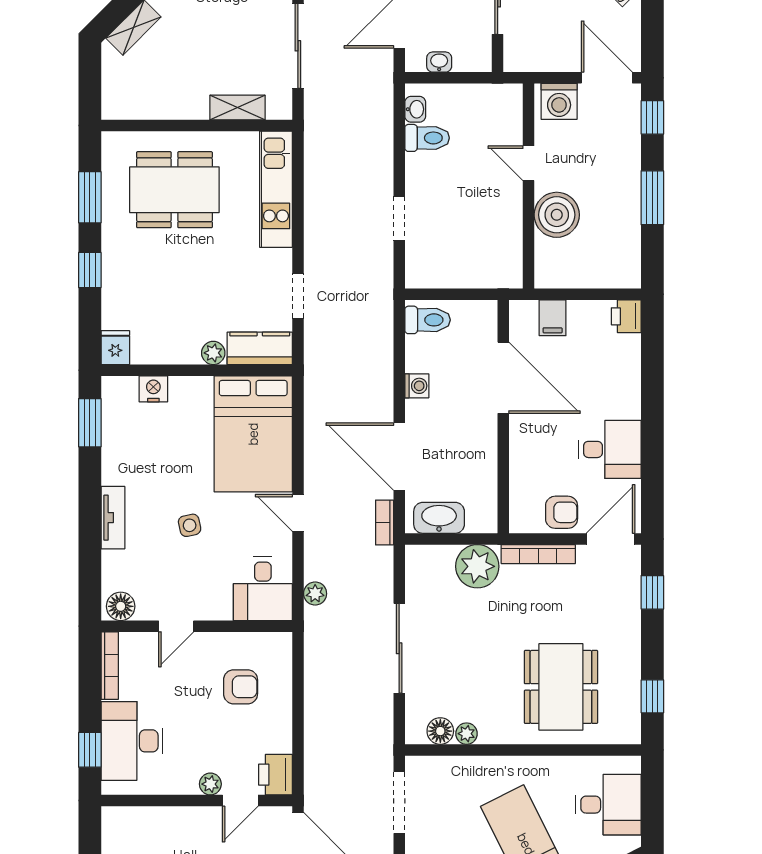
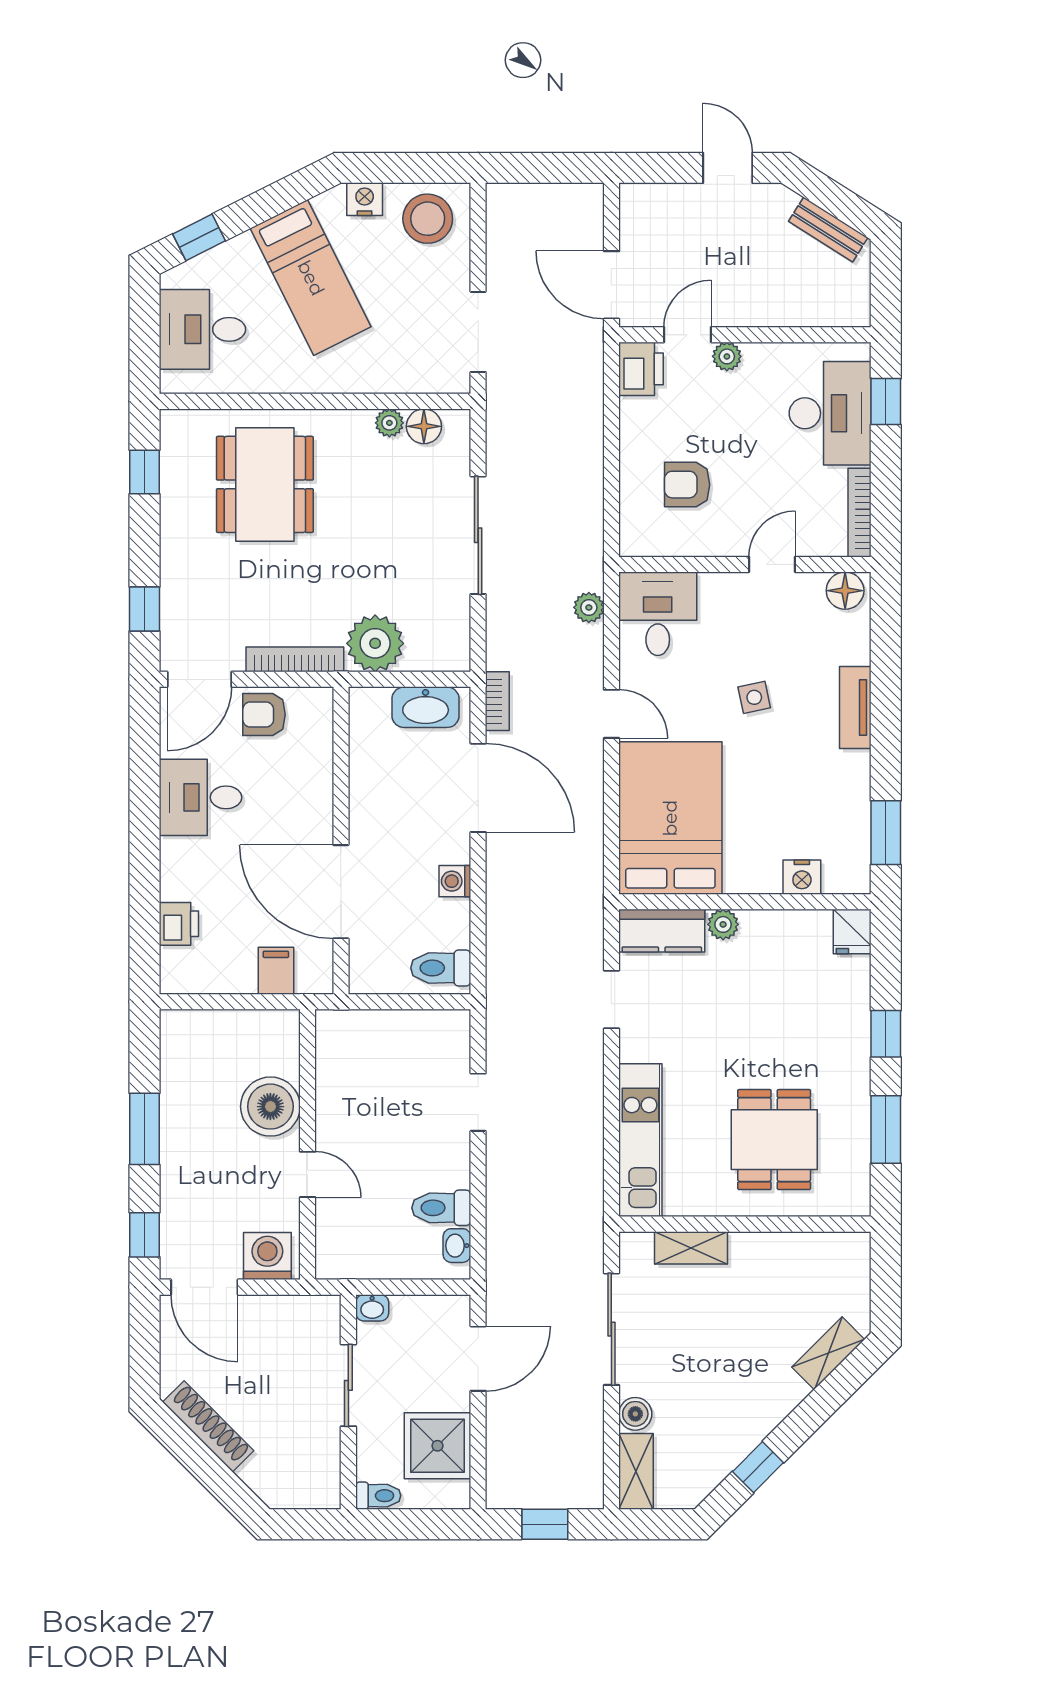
washbasin: (439, 62) -> (372, 1308), moved
dining table: (174, 190) -> (774, 1140), width x0.73
printer: (626, 316) -> (179, 924), moved

